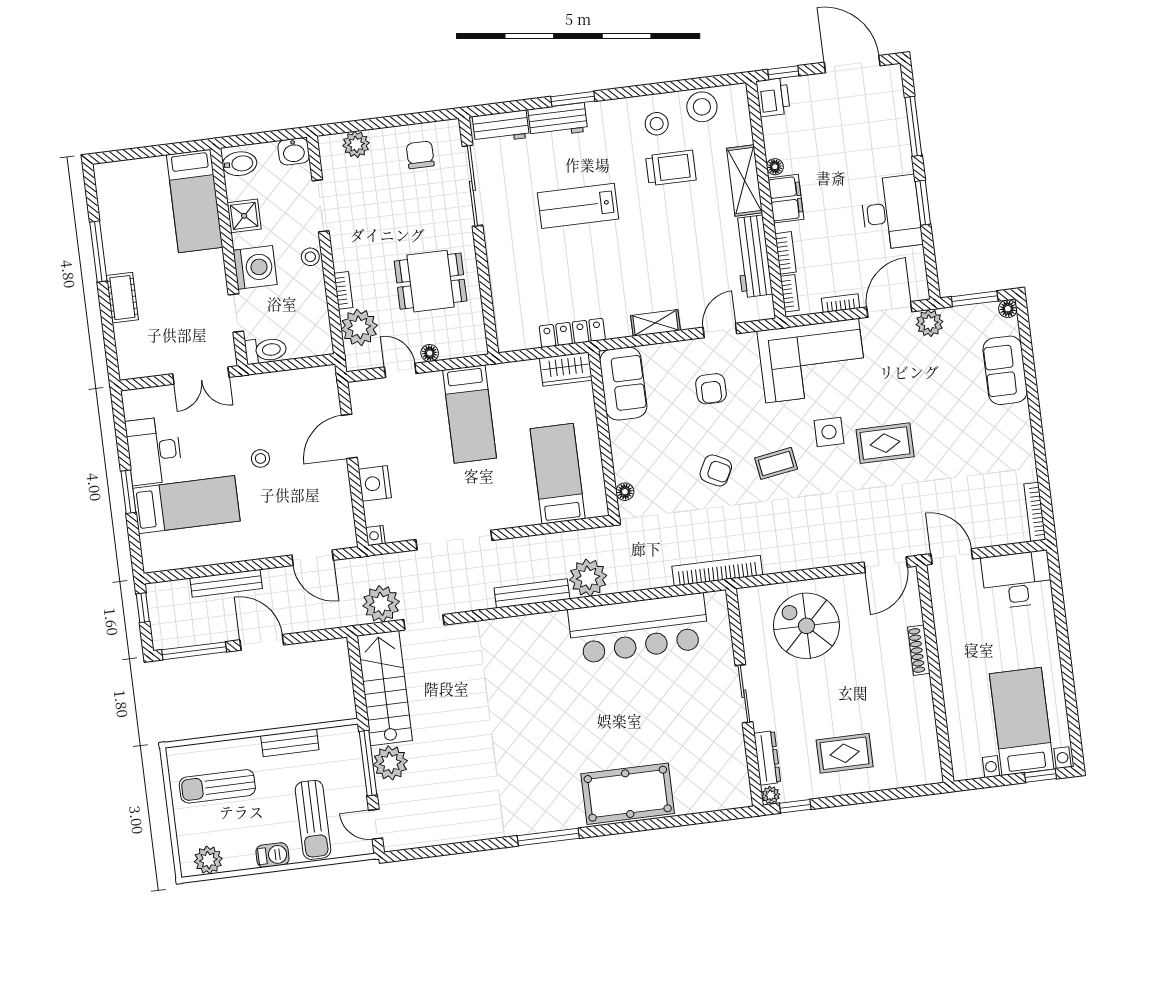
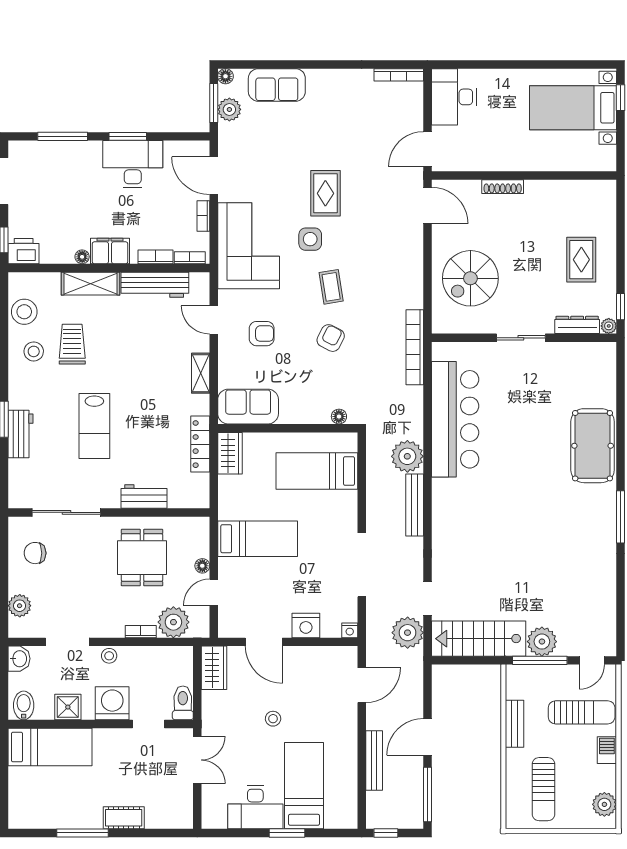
workbench: (501, 127) -> (144, 496), moved, turned -90
plant: (930, 323) -> (229, 109), moved
wardrobe: (312, 382) -> (214, 668), added

